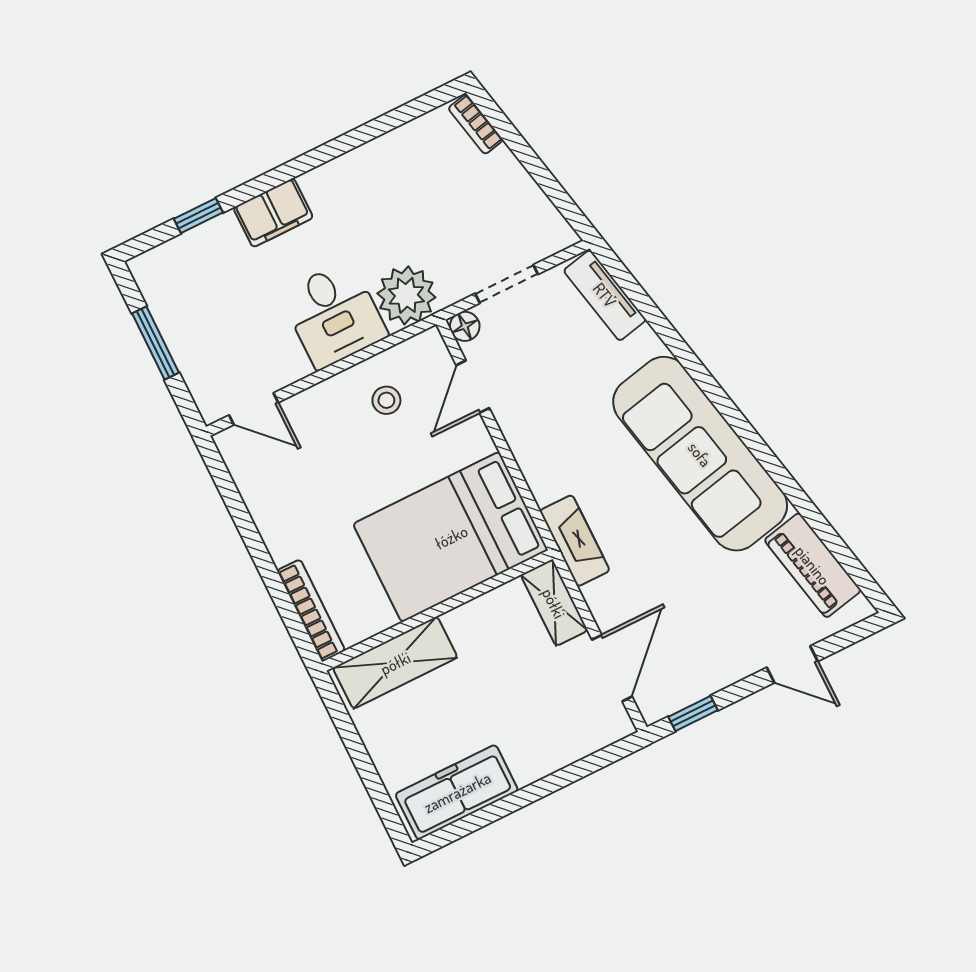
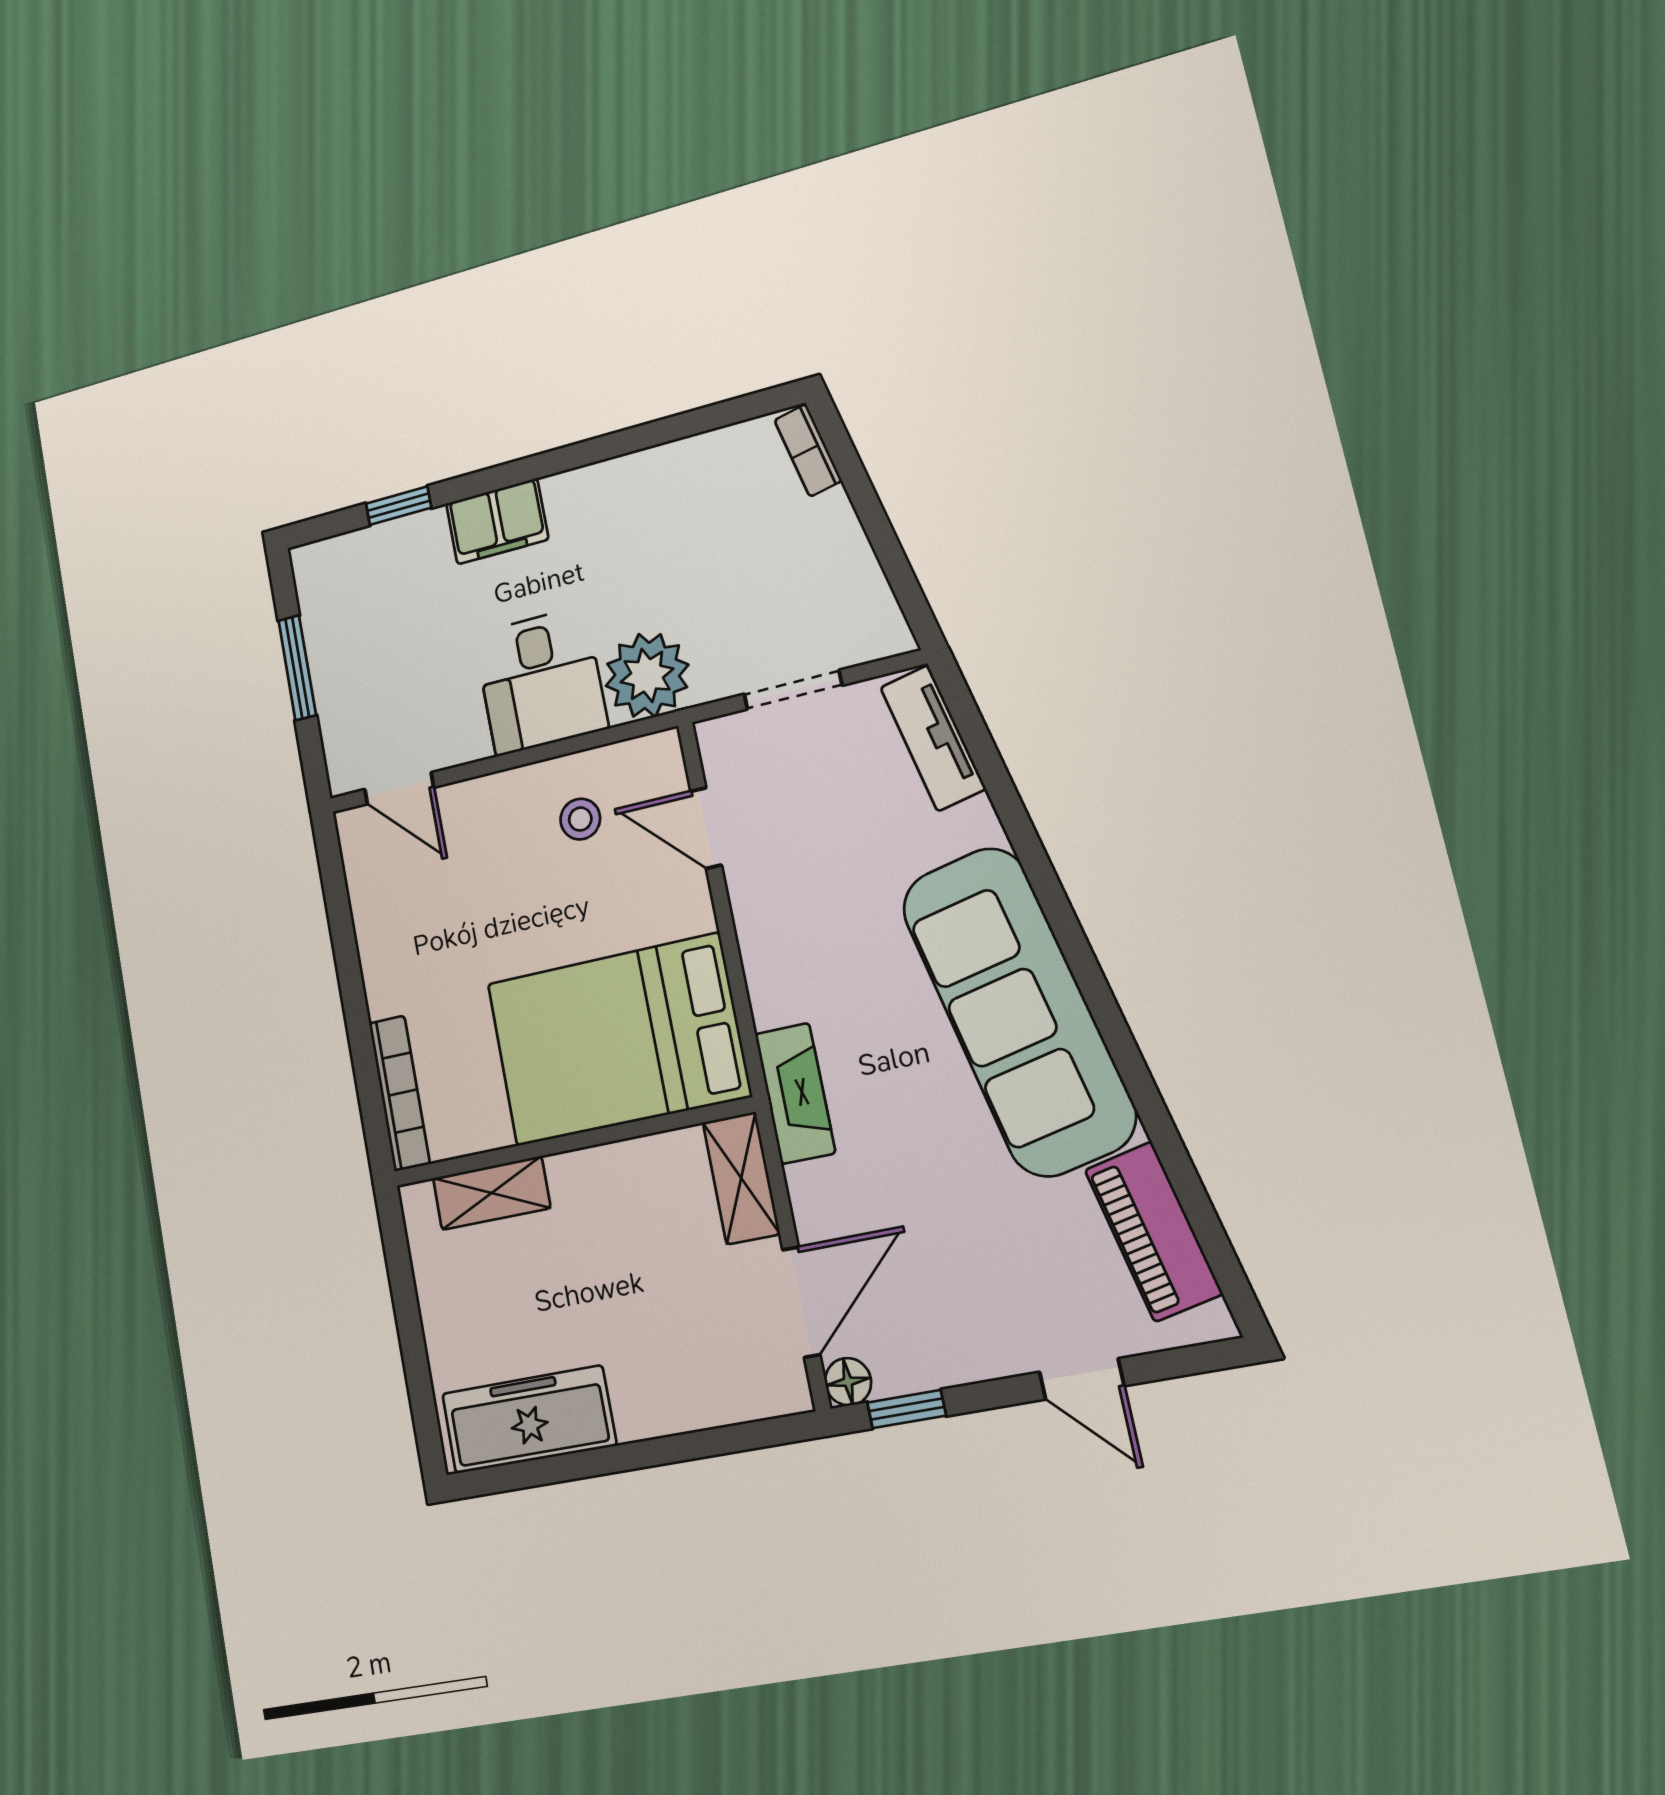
floor lamp: (465, 326) -> (848, 1382), moved
door: (473, 387) -> (706, 828), hinge flipped
shelving: (395, 663) -> (492, 1193), width x0.67, depth x0.75

